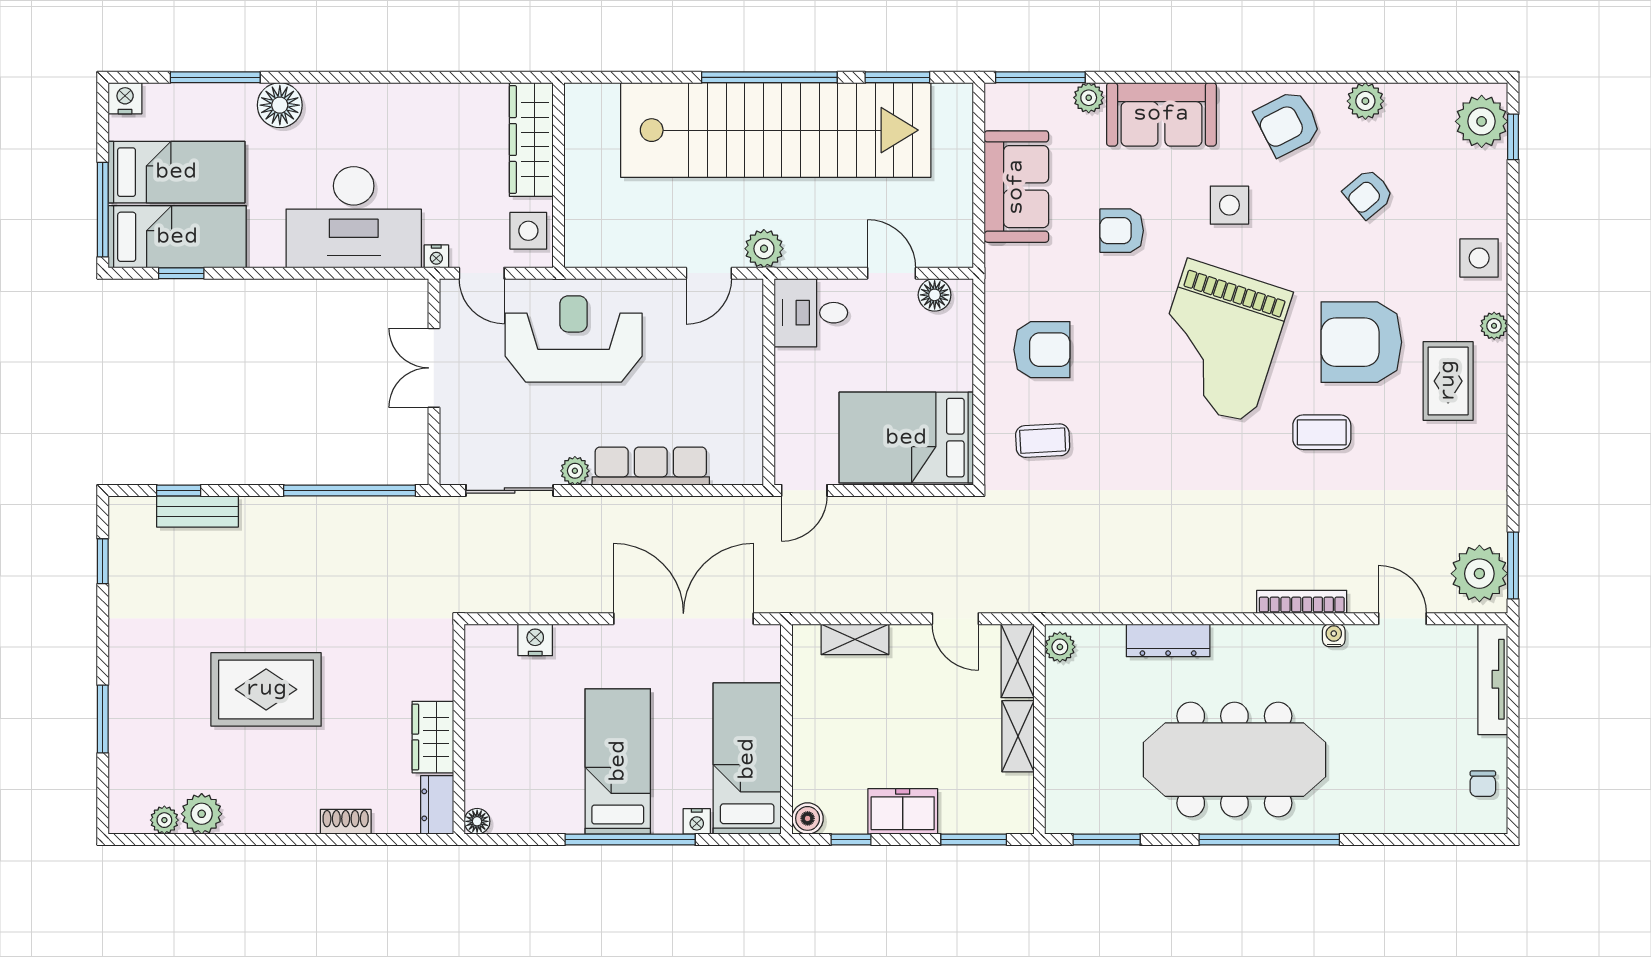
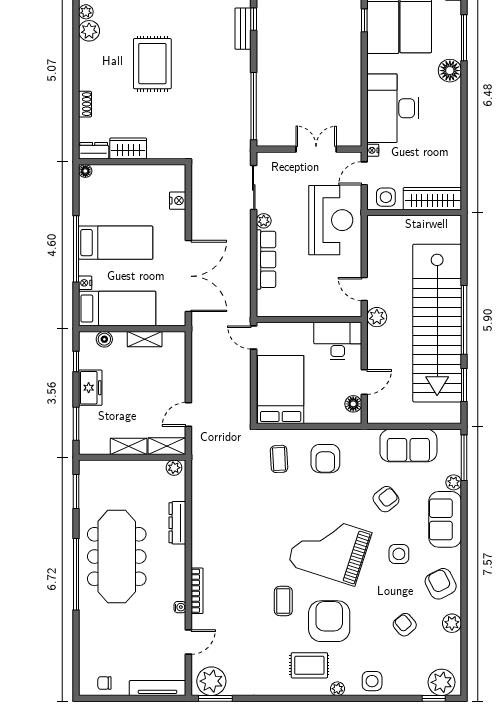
armchair: (1122, 231) -> (386, 499), turned 52
desk: (811, 313) -> (338, 341), width x1.37
shelving: (855, 639) -> (145, 339), moved, turned 90
boiler: (808, 818) -> (104, 339), moved

